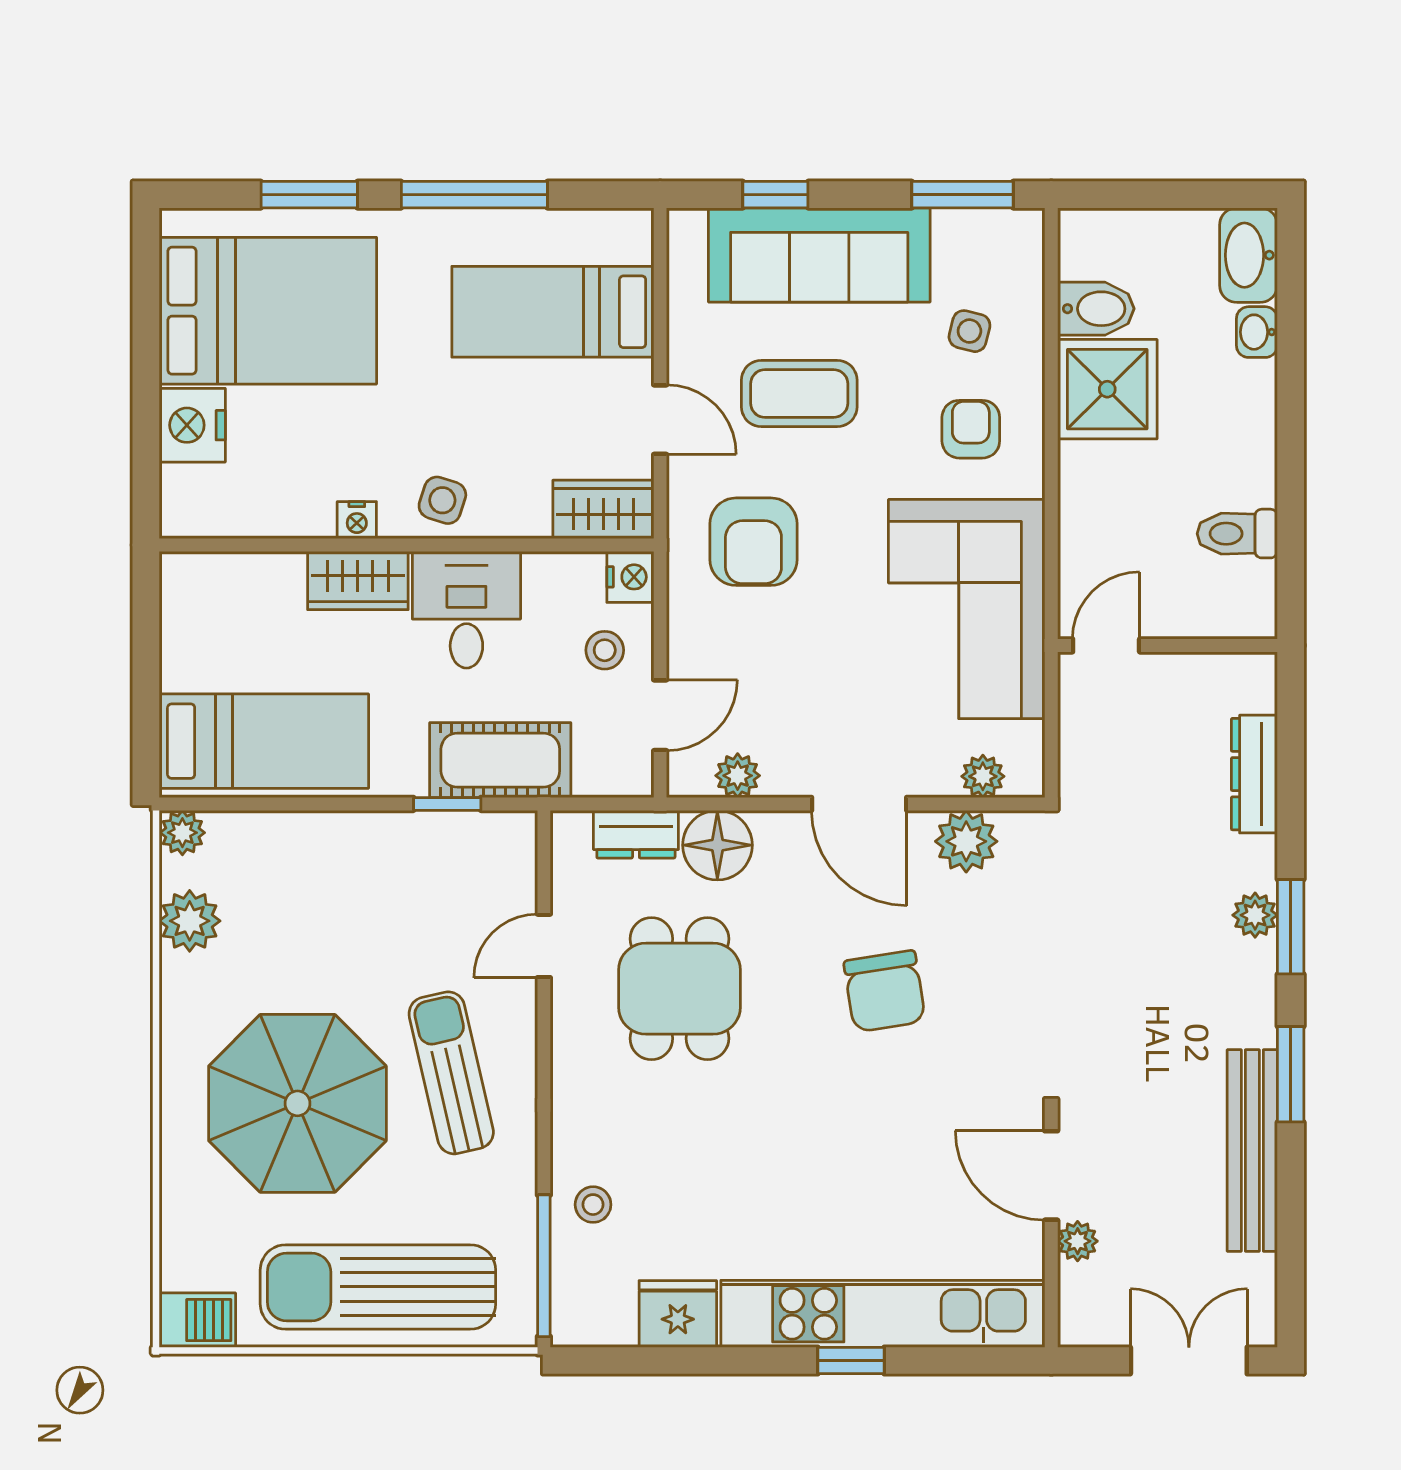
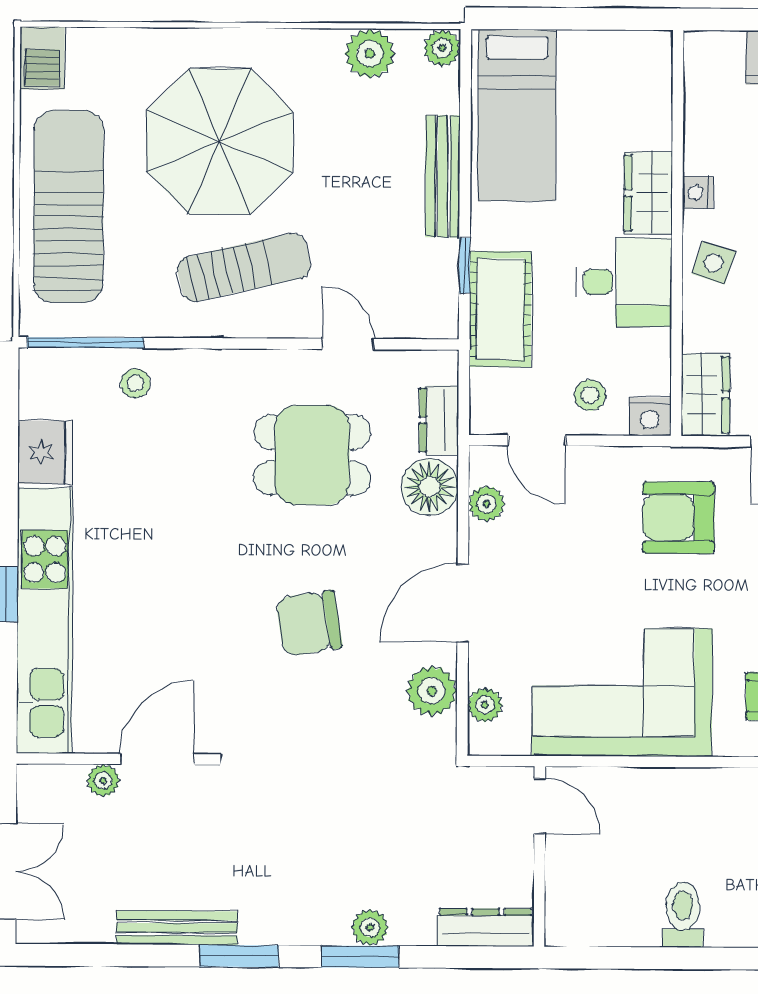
door: (1106, 645) -> (540, 806), moved
wall: (1167, 645) -> (539, 857), moved
bench: (339, 831) -> (443, 176), added
bench: (1252, 1150) -> (177, 928), width x0.73, depth x0.82

